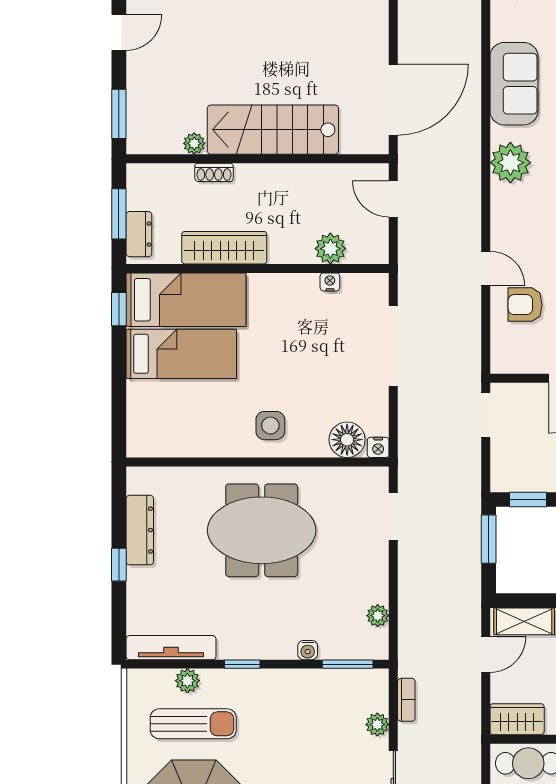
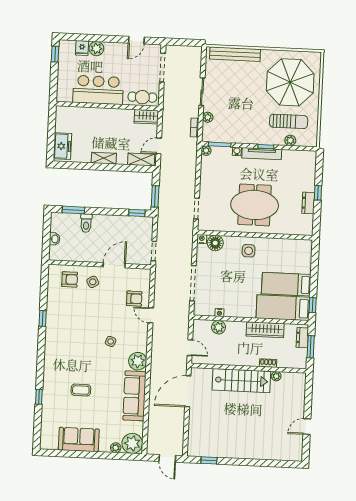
sofa: (514, 84) -> (135, 396), width x1.36
window: (119, 114) -> (309, 391), removed
dresser: (140, 530) -> (308, 203), width x0.70
plant: (378, 616) -> (206, 151), moved
tv unit: (171, 648) -> (262, 154), moved
sun lounger: (193, 724) -> (289, 121), turned 180

